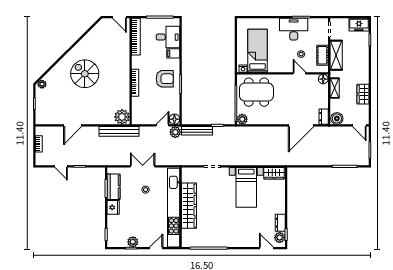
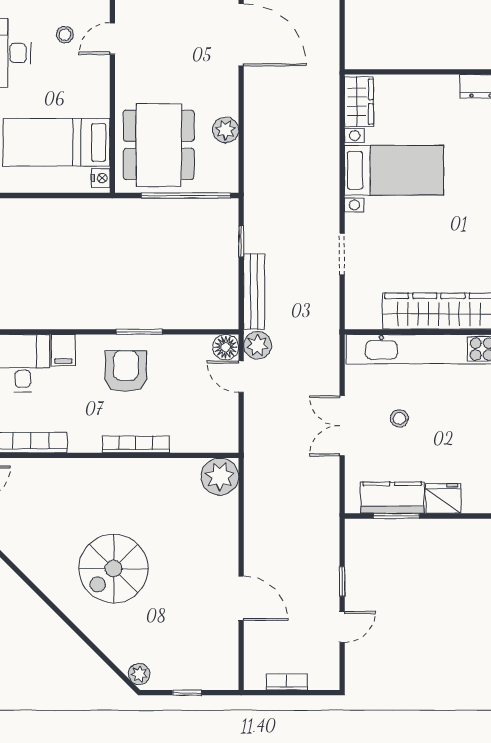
plant: (242, 119) -> (226, 130), moved
bench: (119, 131) -> (256, 484), removed

